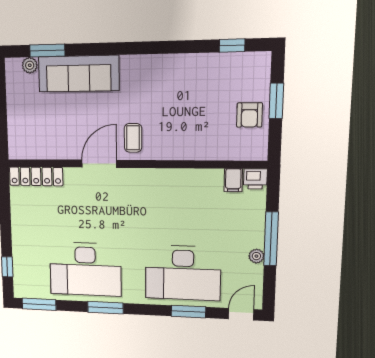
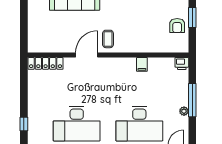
filing cabinet: (233, 180) -> (142, 64), moved

